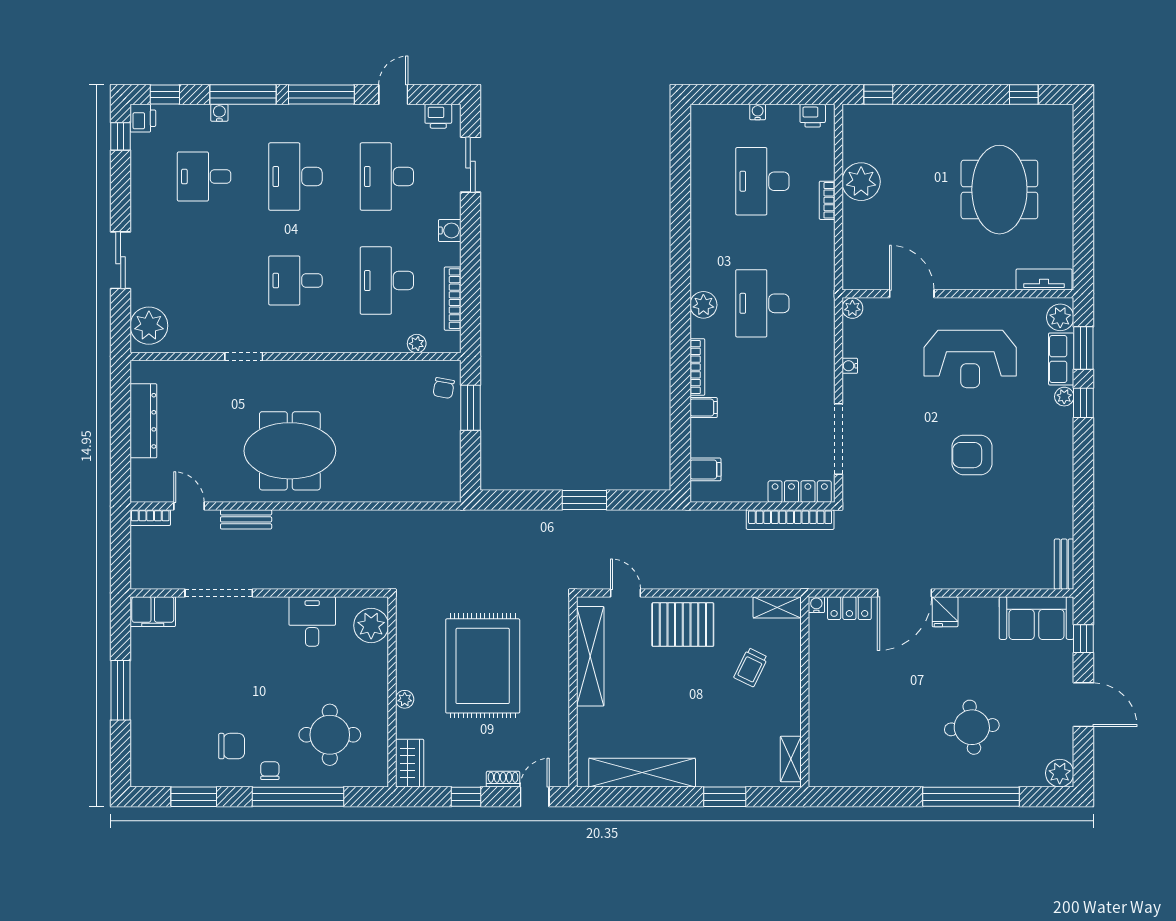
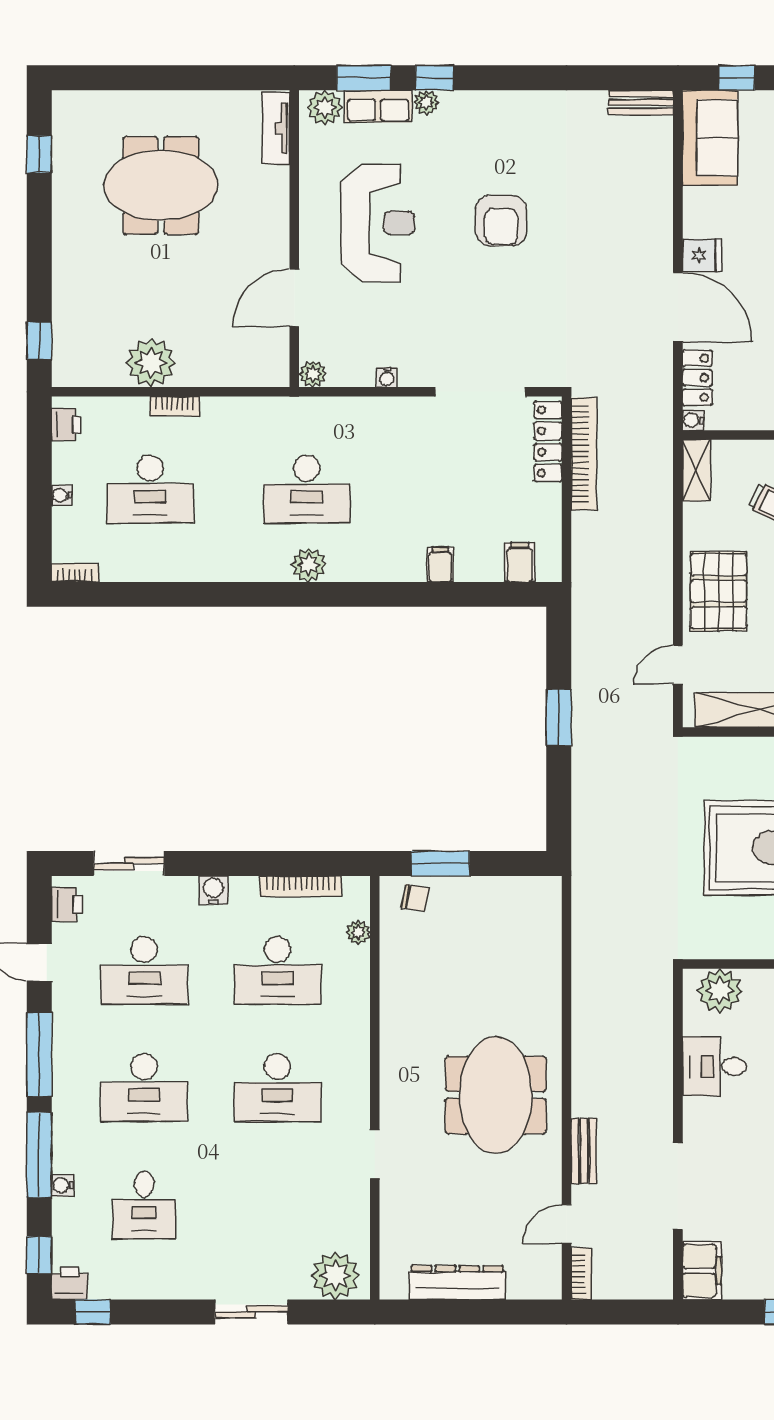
desk: (295, 281) -> (277, 1088), width x1.37
bookcase: (697, 367) -> (75, 573), moved, width x0.64

